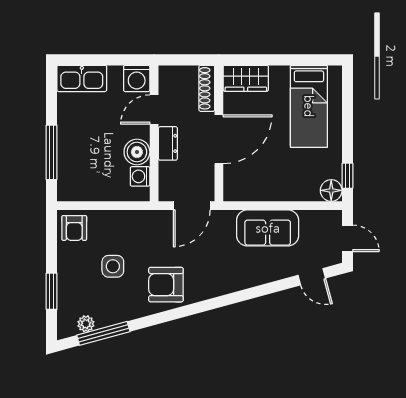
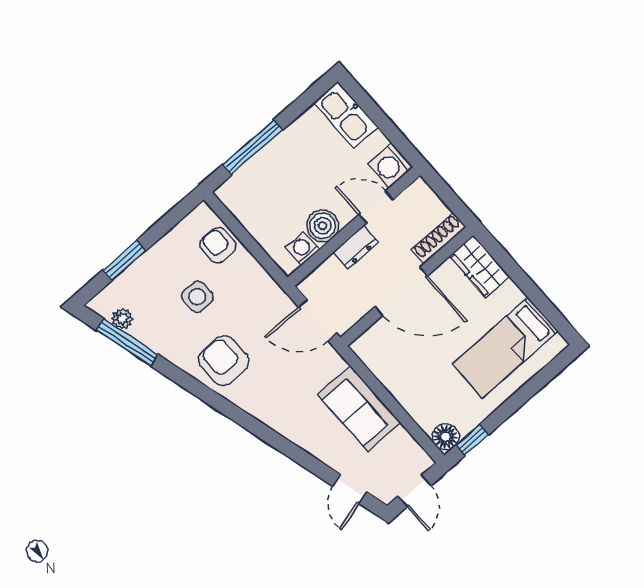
armchair: (74, 228) -> (218, 245), moved, turned 90

